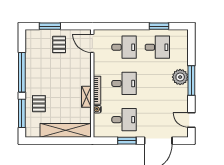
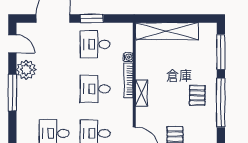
plant: (180, 77) -> (26, 70), moved
shelving: (86, 97) -> (141, 93), moved
pallet: (39, 104) -> (197, 95), moved

